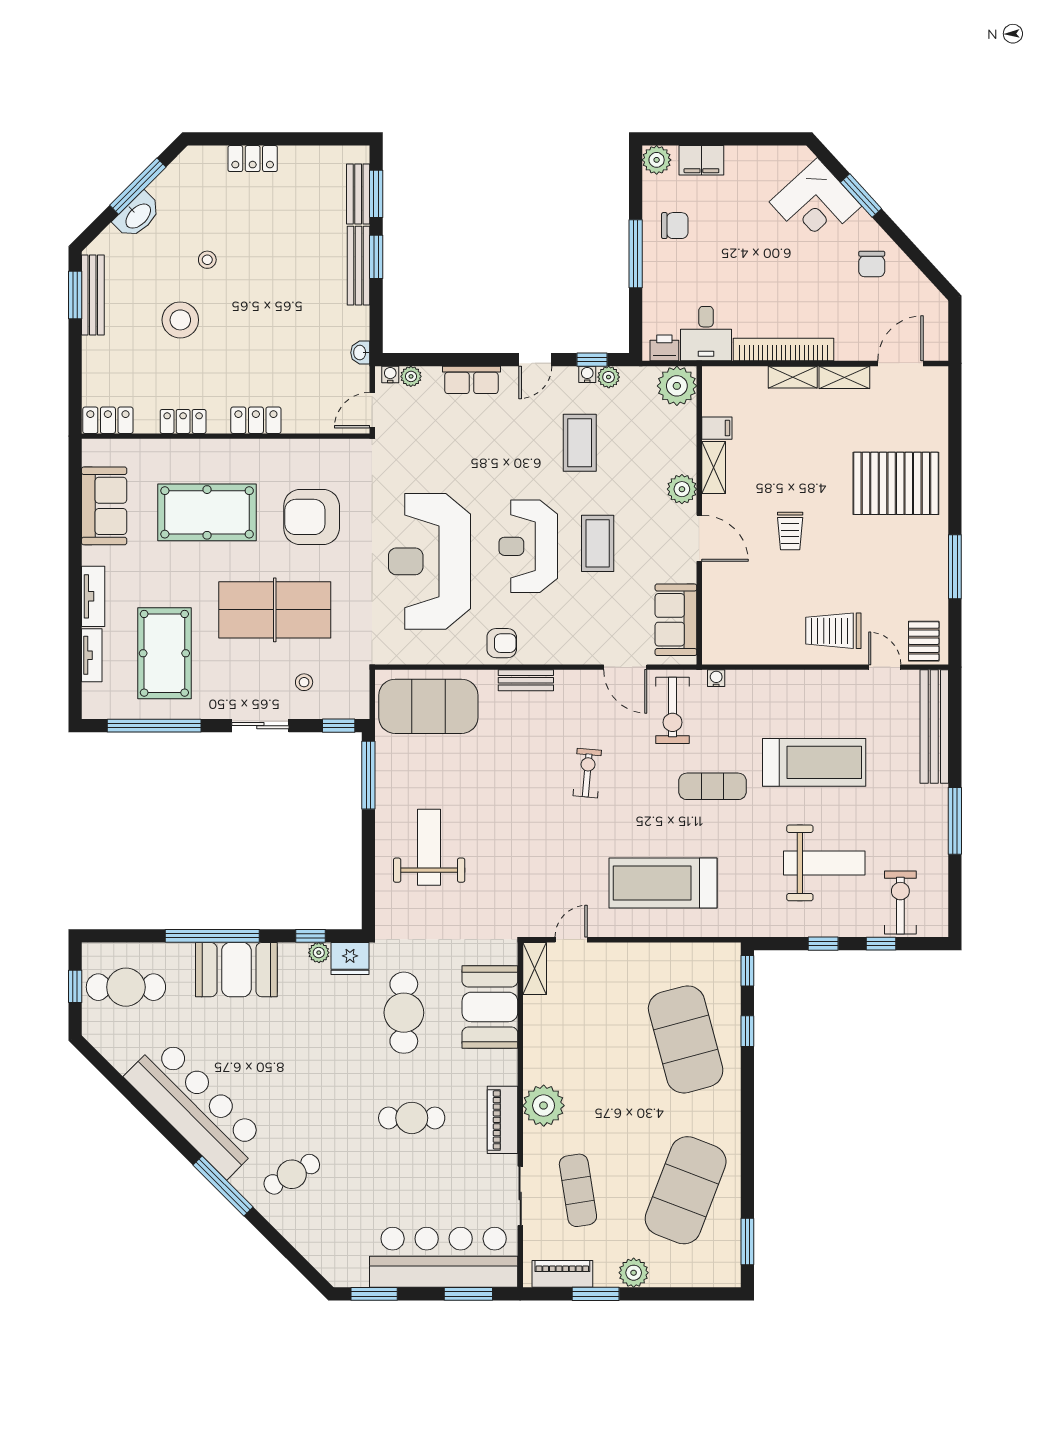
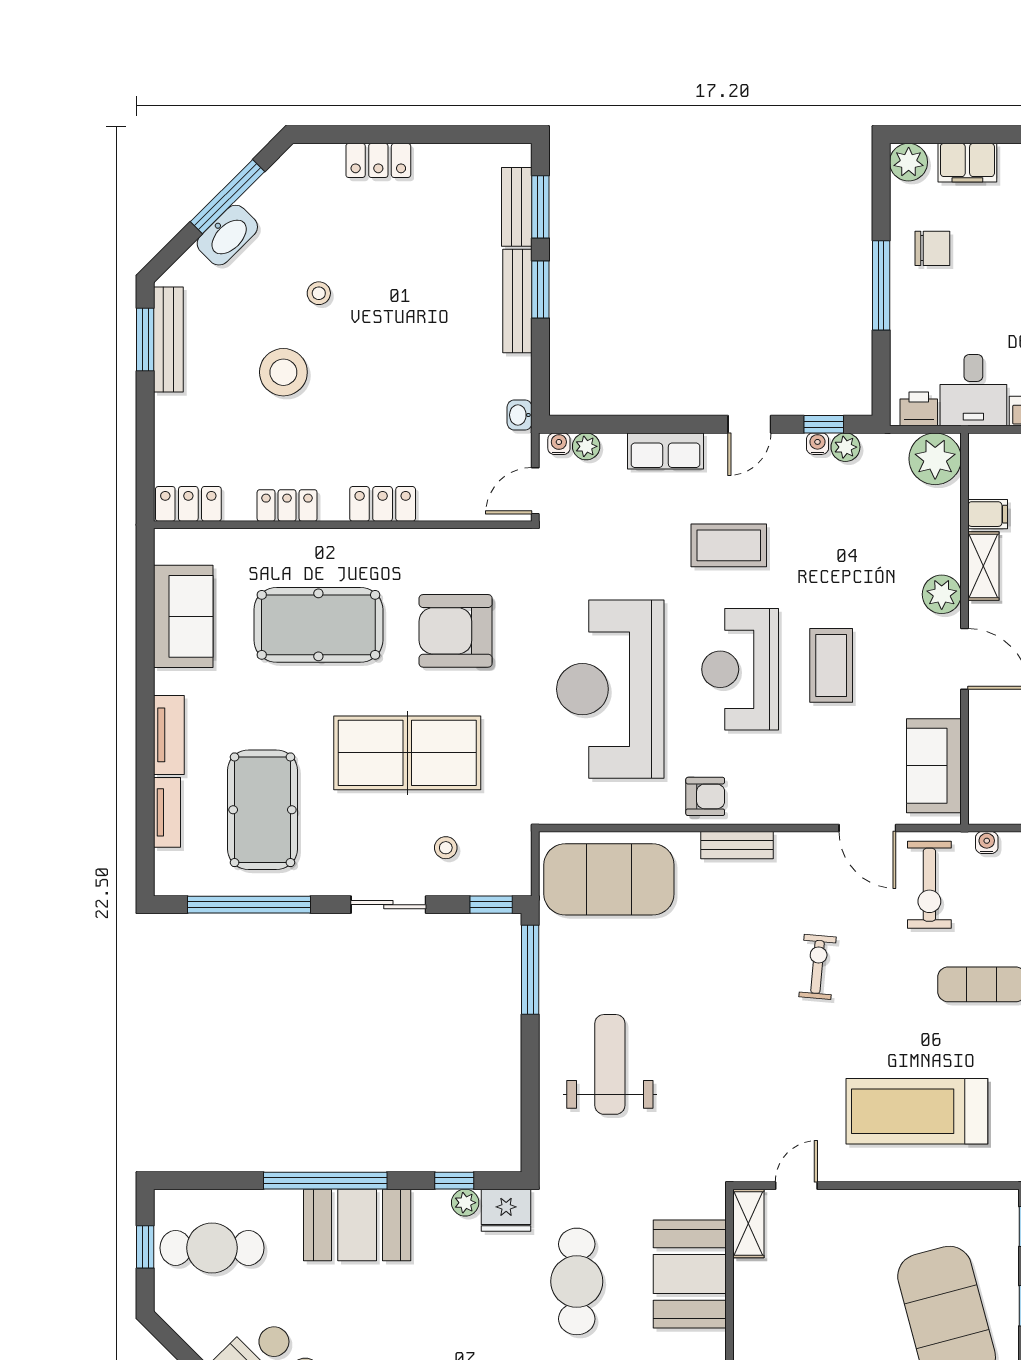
coffee table: (580, 443) -> (729, 545), moved, turned 90

